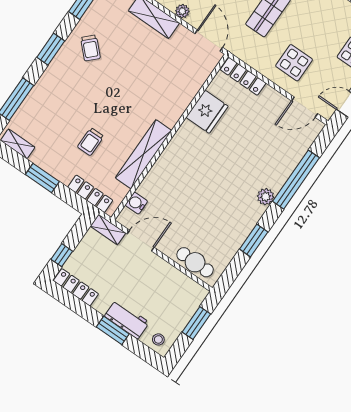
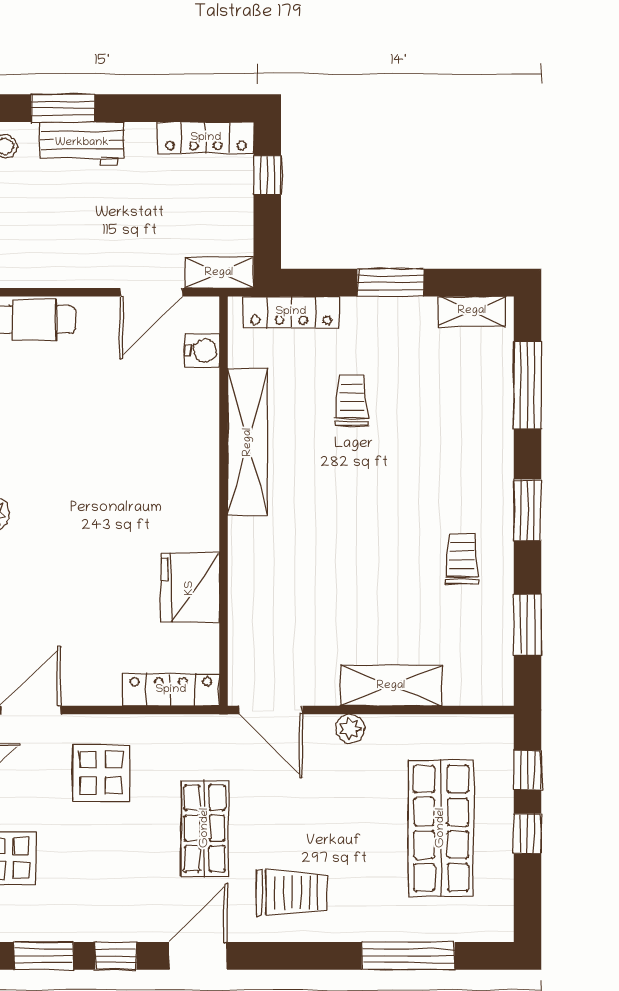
trolley: (90, 48) -> (462, 559), turned 45
window: (113, 330) -> (63, 108), moved

